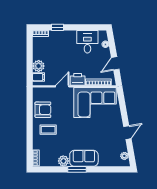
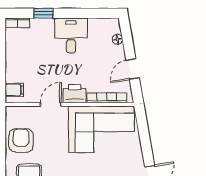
desk: (87, 42) -> (71, 35), moved
plant: (39, 66) -> (14, 73), removed
armchair: (43, 110) -> (21, 140), turned -89

